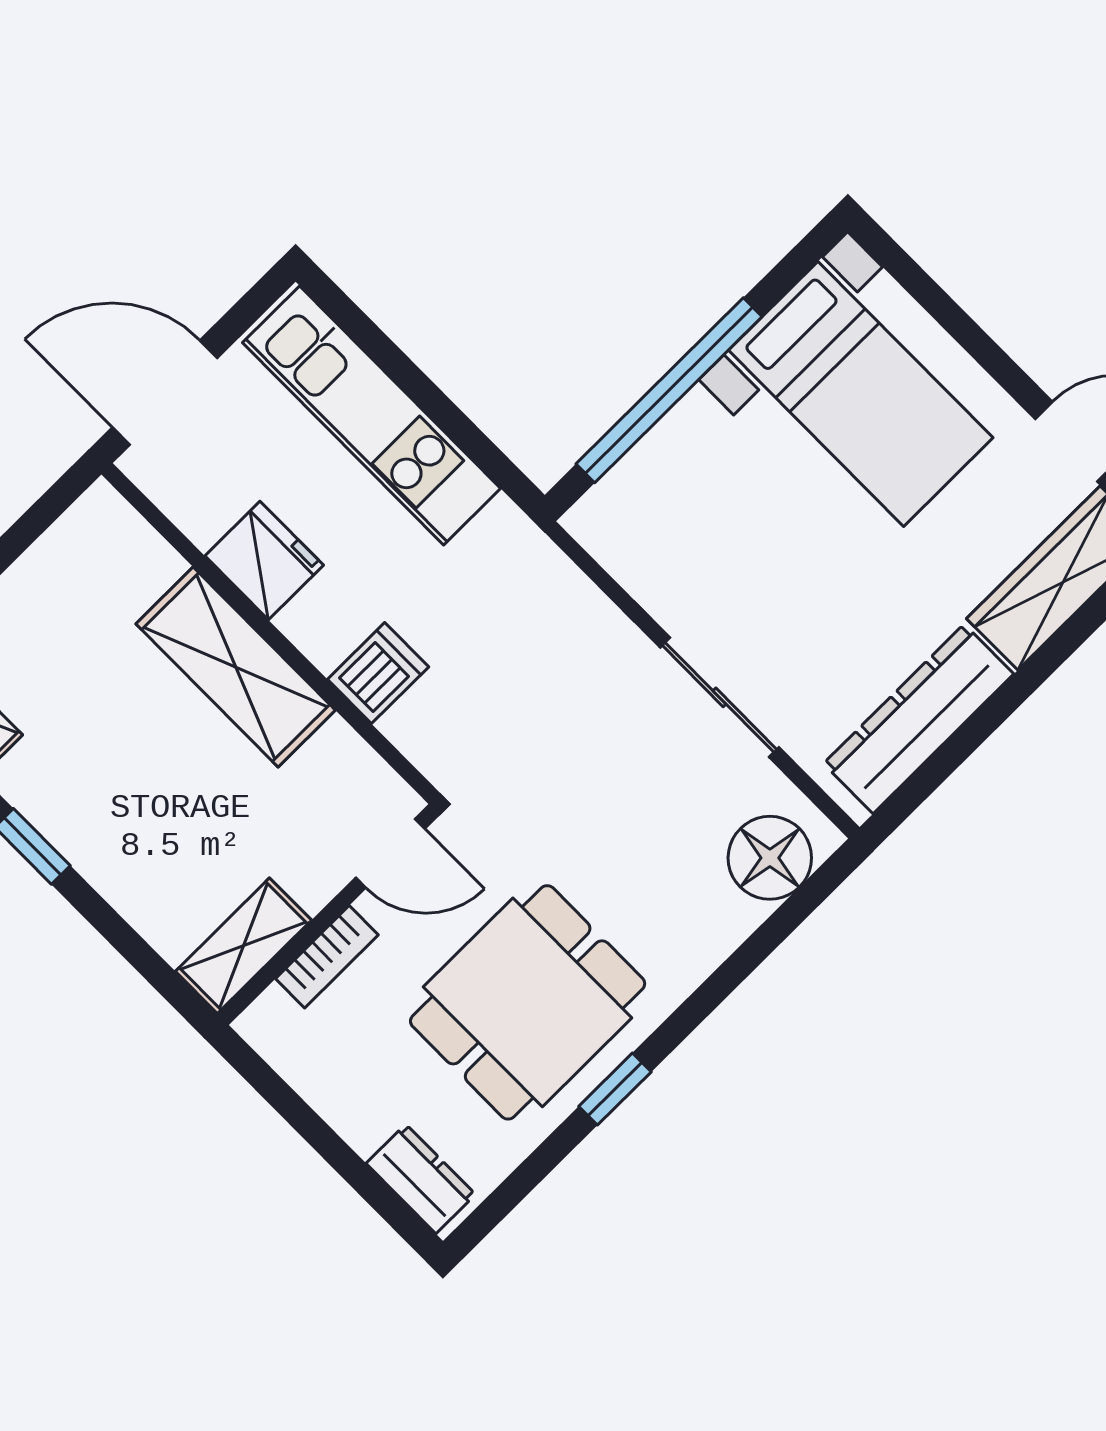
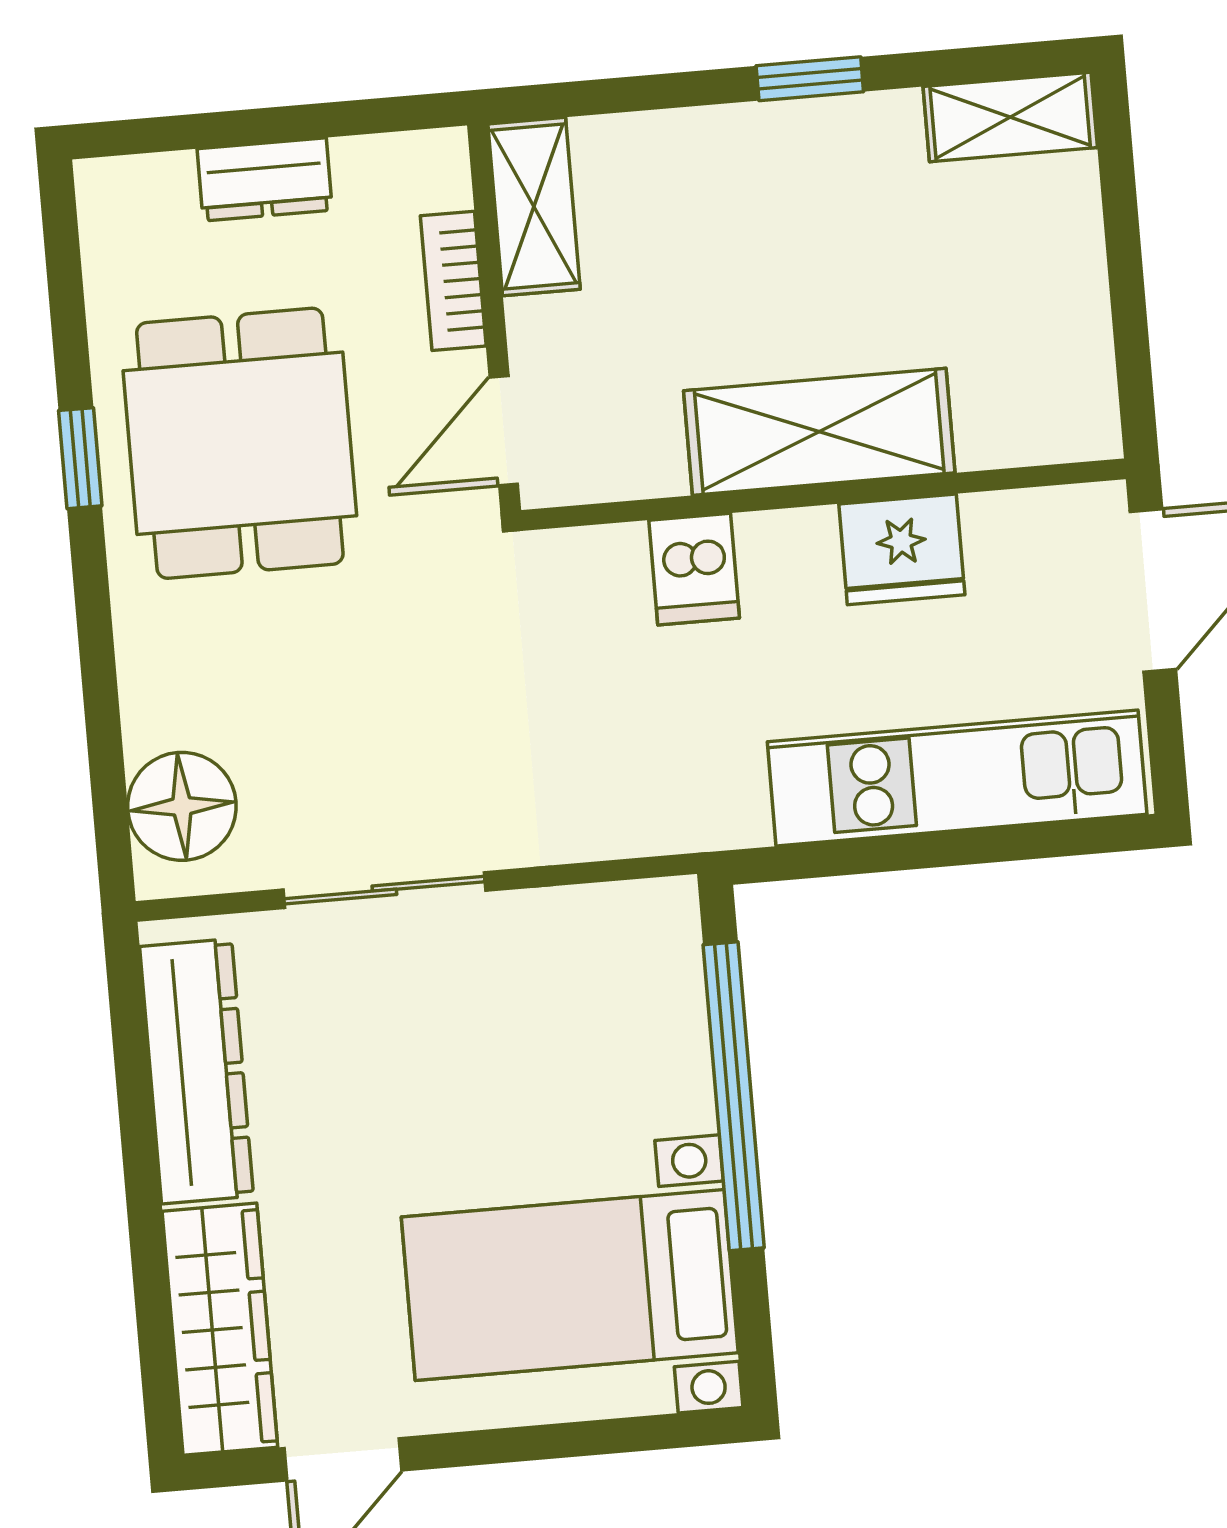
dresser: (421, 1179) -> (265, 179), moved

